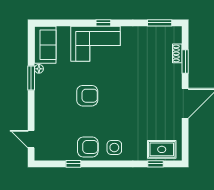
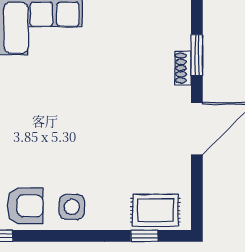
shoe rack: (177, 53) -> (183, 68), moved
armchair: (87, 96) -> (24, 115), removed

